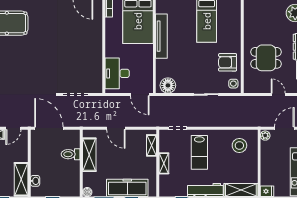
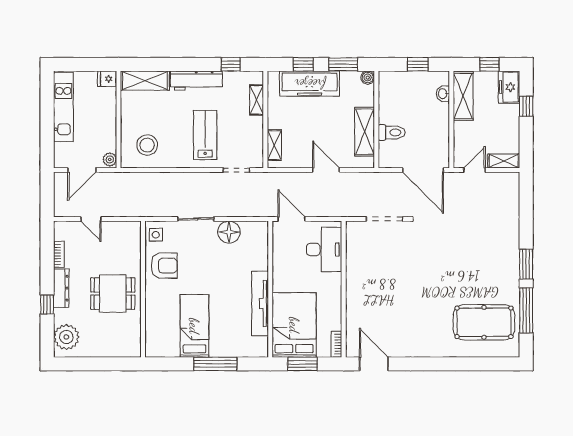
dining table: (266, 58) -> (113, 294), moved
floor lamp: (168, 85) -> (229, 232), moved
shelving: (164, 163) -> (257, 100), moved

